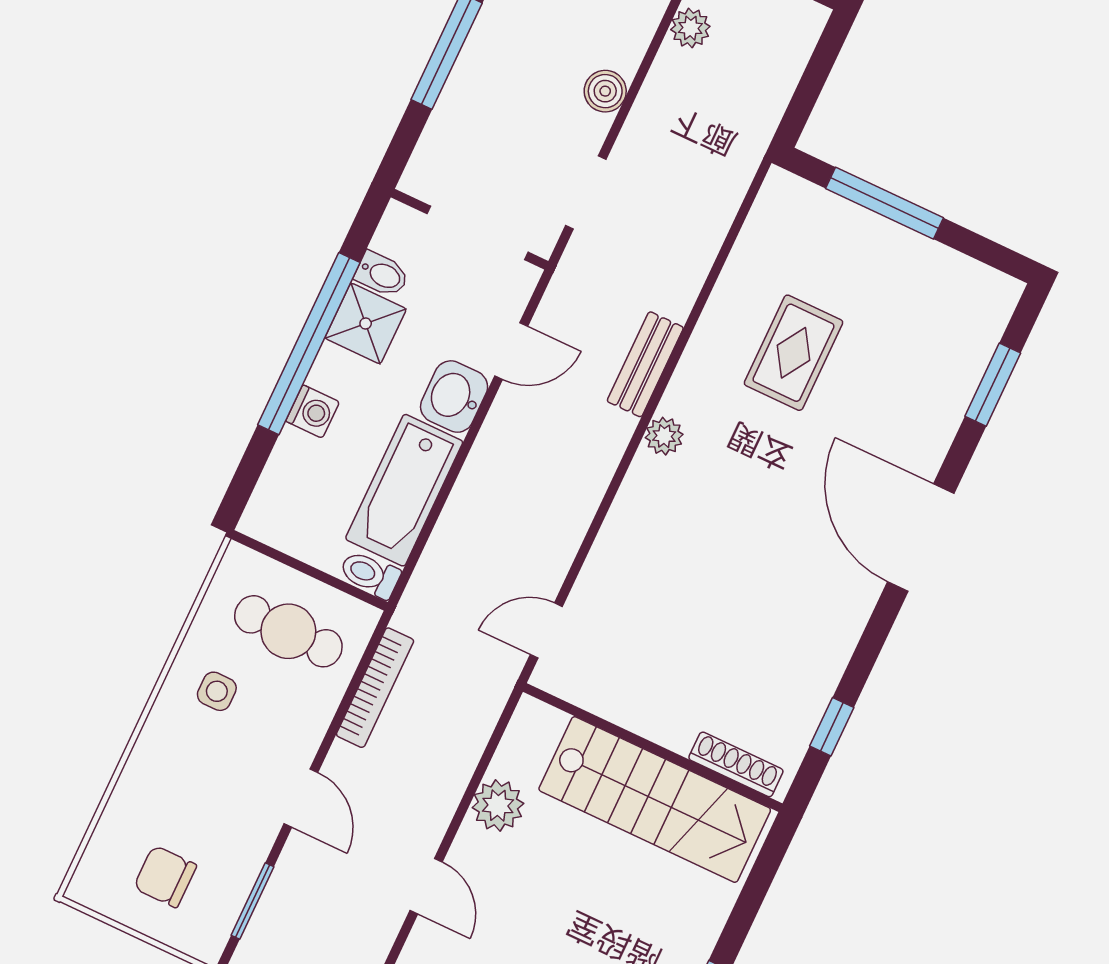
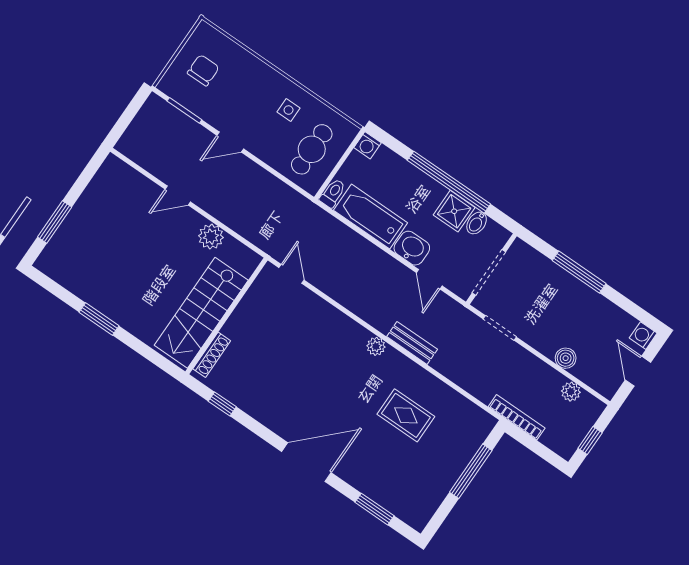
boiler: (605, 91) -> (566, 358), moved
washing machine: (313, 411) -> (368, 145), moved
bookcase: (375, 688) -> (517, 417), moved, turned 180

